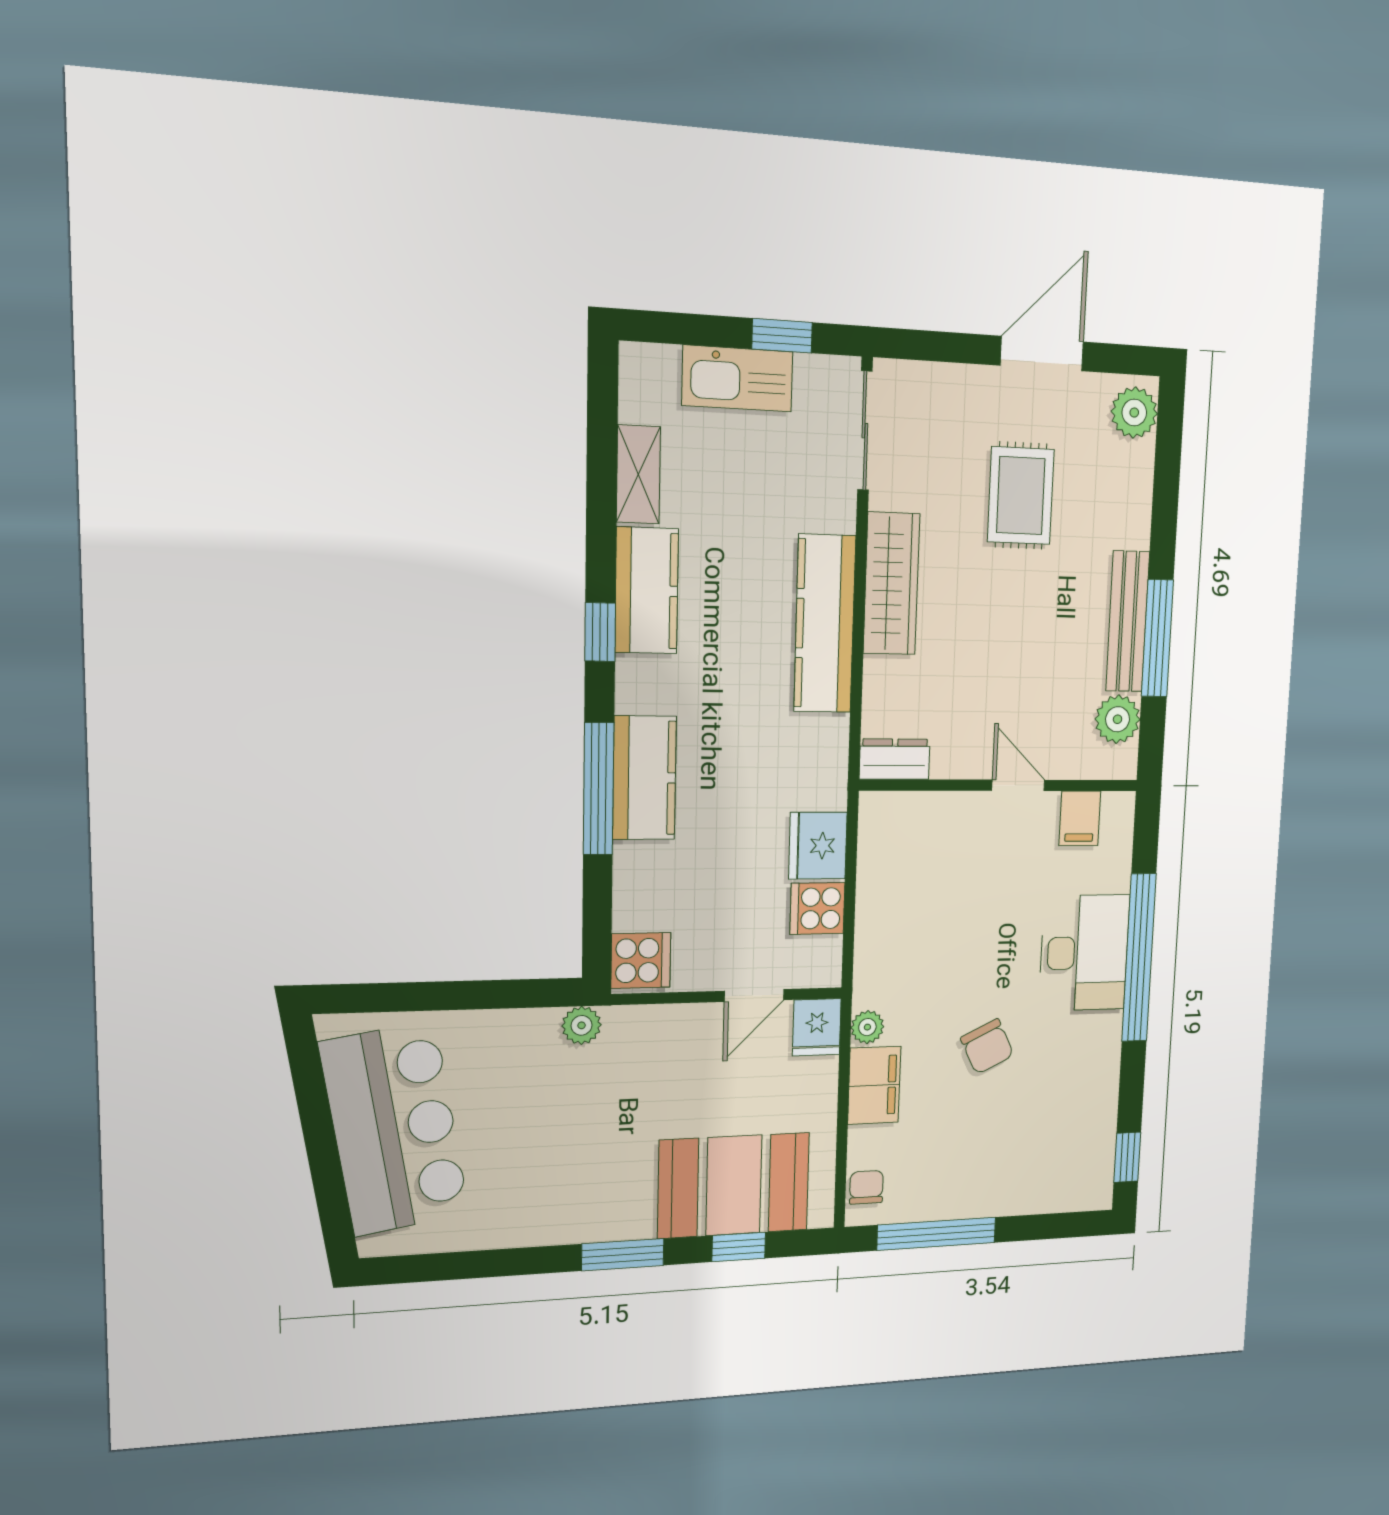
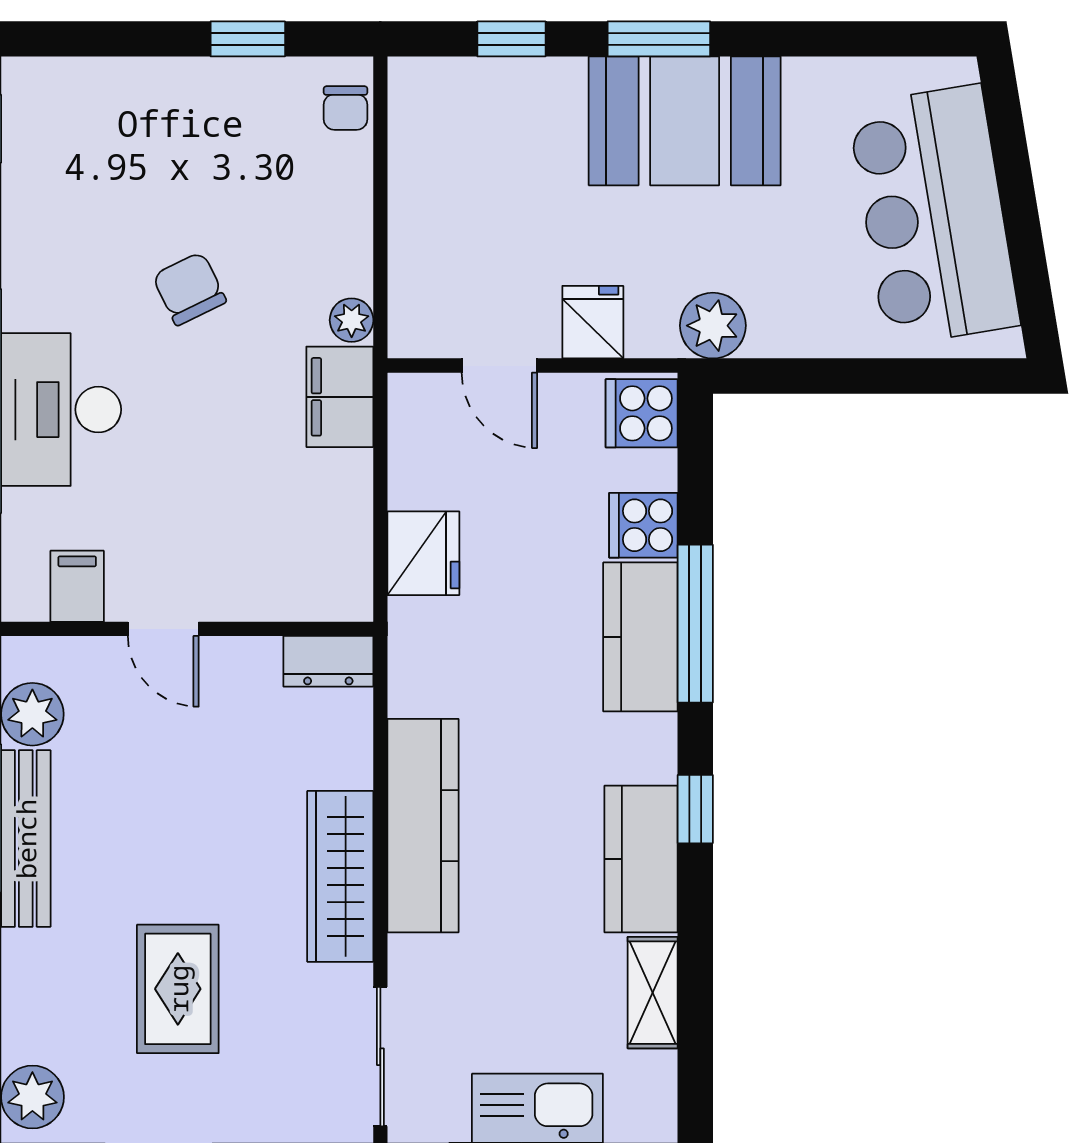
cooker: (817, 908) -> (643, 525), moved, turned 180
door: (754, 995) -> (499, 366), swing flipped
plant: (582, 1025) -> (713, 326), width x1.38, depth x1.38
fridge: (817, 1027) -> (593, 322), moved
filing cabinet: (874, 1085) -> (340, 397), moved
booth: (734, 1185) -> (685, 121), moved
window: (937, 1234) -> (248, 39), width x0.46

